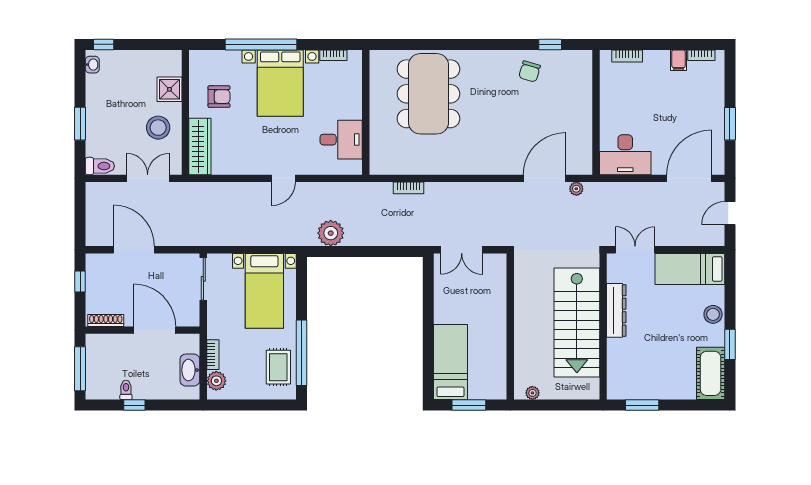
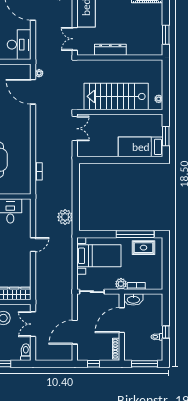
door: (283, 178) -> (33, 245), hinge flipped
double door: (462, 250) -> (75, 129), moved
stairs: (577, 323) -> (116, 96), moved, turned 180
washbasin: (190, 370) -> (133, 299), moved
plant: (216, 381) -> (121, 284), moved

